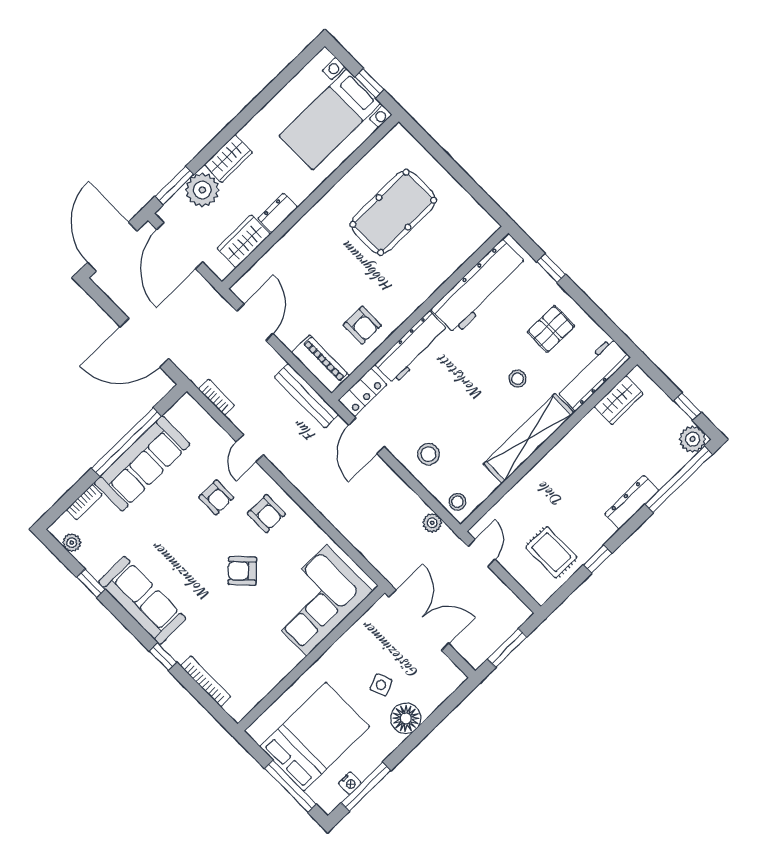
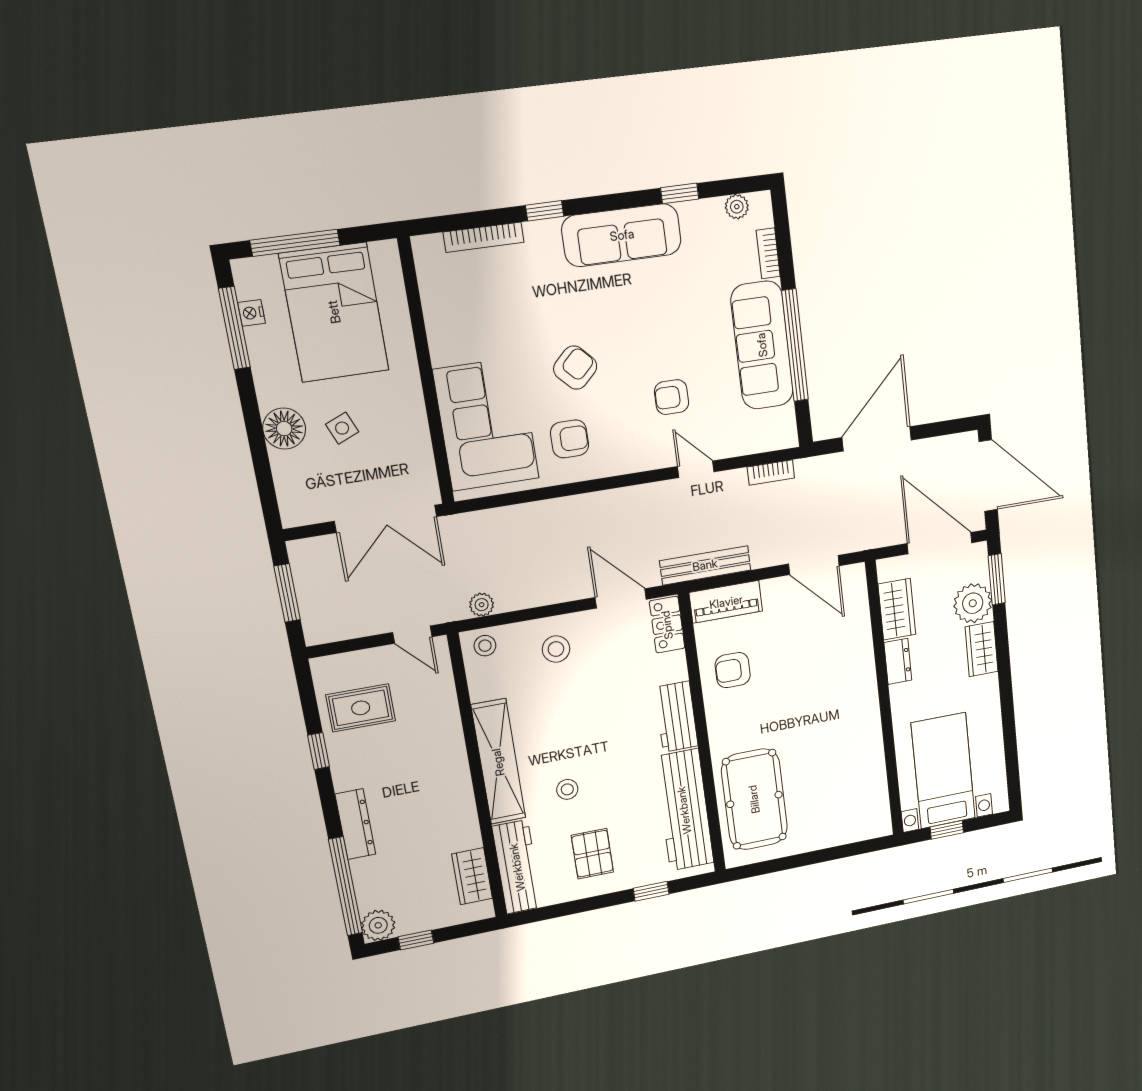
pool table: (393, 212) -> (754, 799), moved
workbench: (412, 348) -> (676, 717), width x0.73
armchair: (266, 514) -> (570, 439), moved, turned 180

